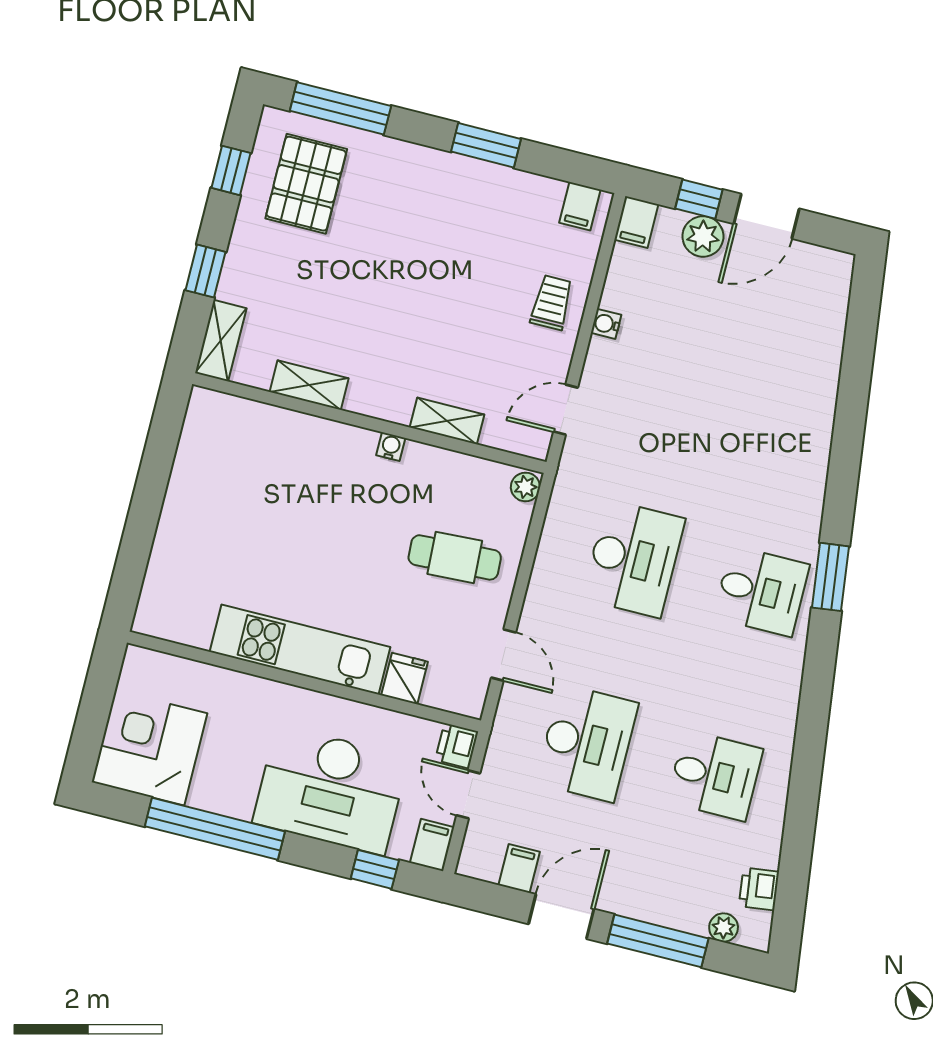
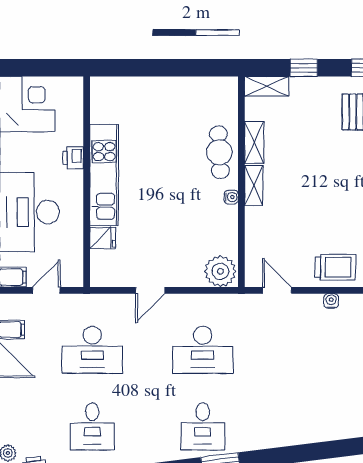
trolley: (552, 303) -> (335, 267), width x1.36, depth x1.39
shelving: (447, 421) -> (254, 185), moved
plant: (525, 487) -> (220, 271), width x1.88, depth x1.88
cafe table: (455, 557) -> (219, 152), moved
door: (504, 655) -> (150, 290), moved
printer: (457, 746) -> (73, 158), moved, turned -90

